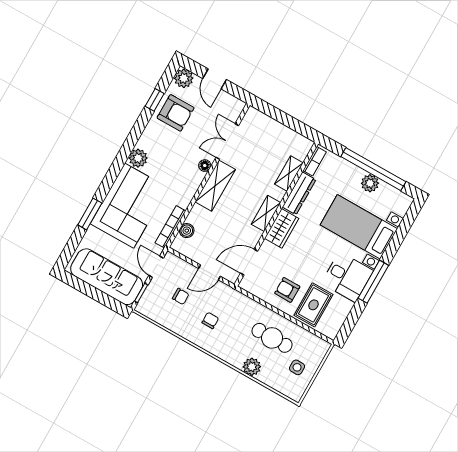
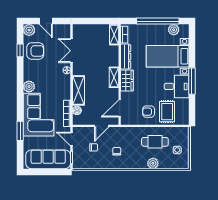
shelving: (289, 173) -> (114, 35), moved
plant: (370, 183) -> (174, 30), moved
shelving: (215, 186) -> (78, 90), moved

